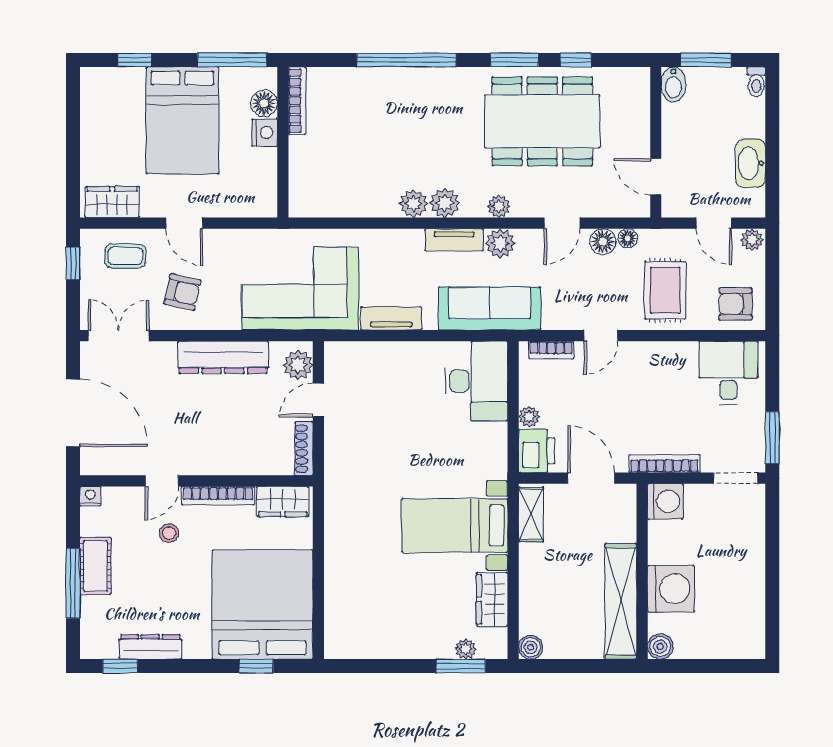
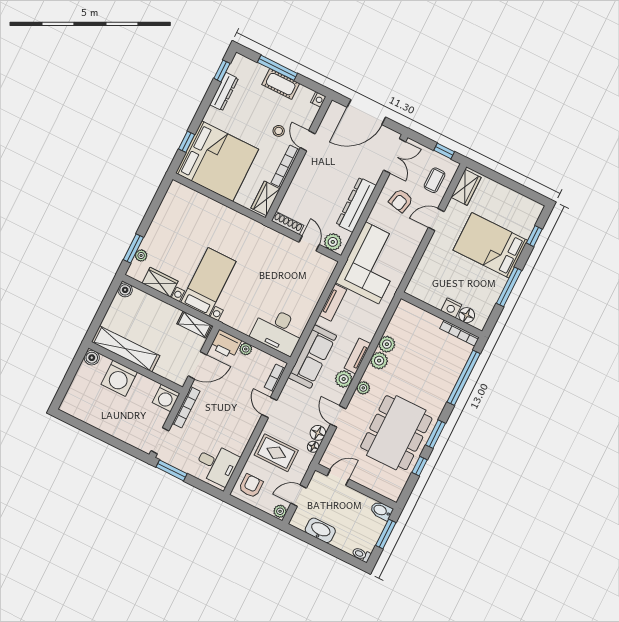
bookcase: (297, 101) -> (459, 333), moved
floor lamp: (264, 103) -> (467, 315), moved
nightstand: (265, 133) -> (451, 308), moved
wall: (283, 142) -> (441, 315), moved

